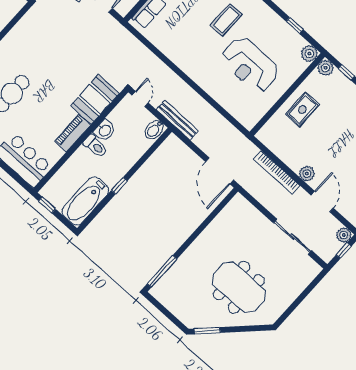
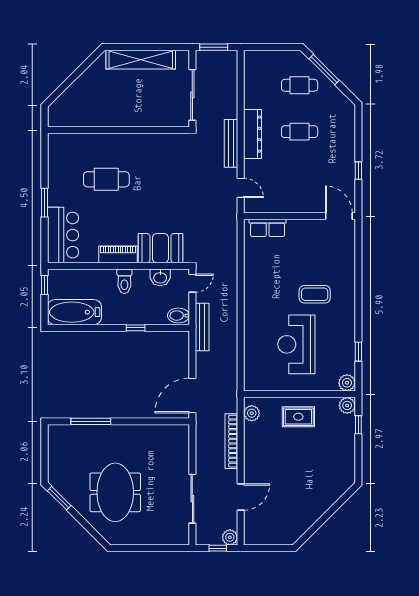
washbasin: (105, 130) -> (160, 277), moved
plant: (307, 174) -> (252, 413), moved
window: (119, 186) -> (136, 328), moved
window: (162, 271) -> (91, 421), moved

